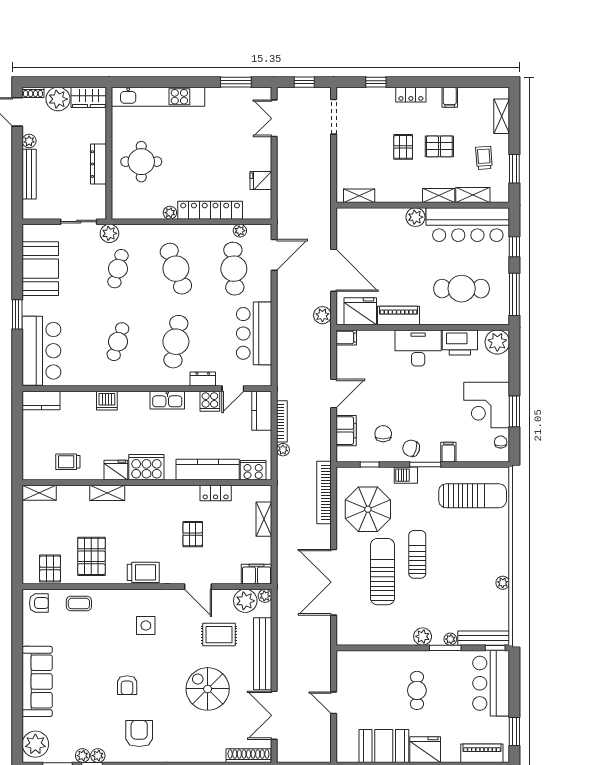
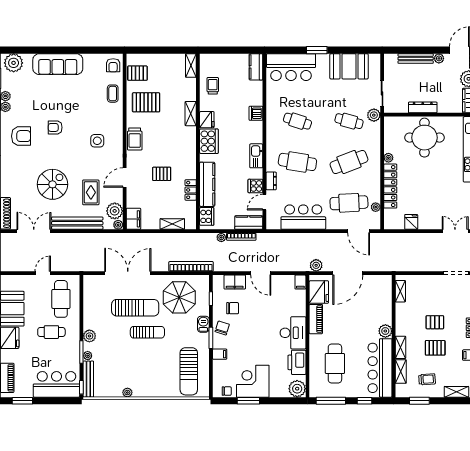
pallet: (439, 146) -> (435, 348), turned 90
round table: (141, 162) -> (424, 138), width x1.36, depth x1.36
door: (233, 389) -> (264, 202), hinge flipped
cafe table: (370, 677) -> (61, 299), added

